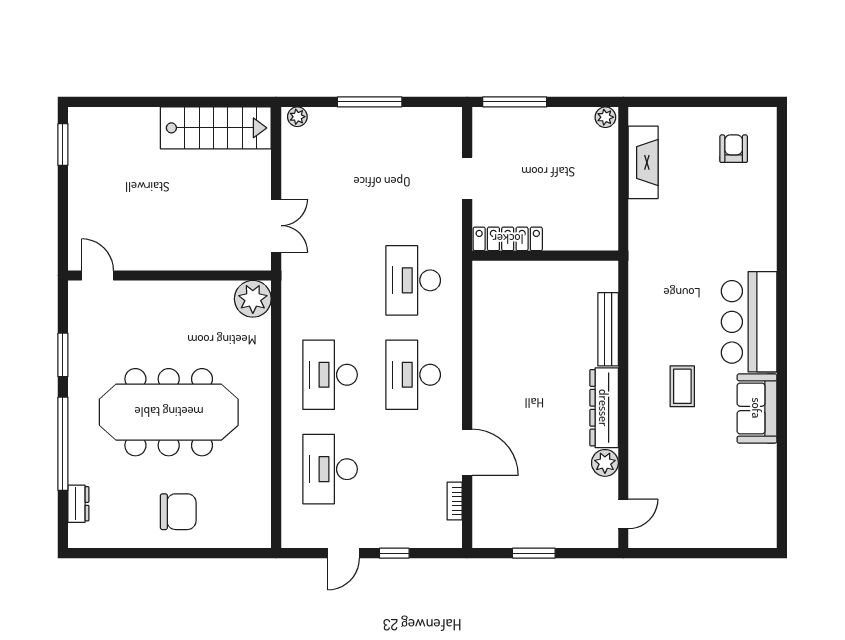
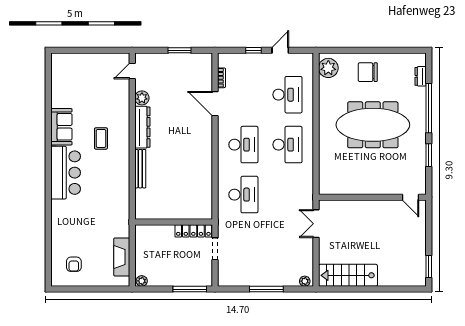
locker: (508, 239) -> (193, 231), moved
wall: (545, 256) -> (174, 222), moved
plant: (253, 299) -> (328, 68), moved

